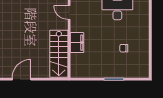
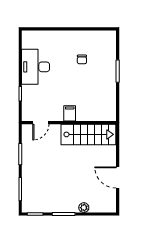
filing cabinet: (77, 43) -> (70, 113), width x0.50

